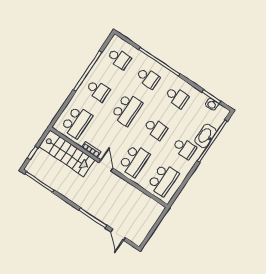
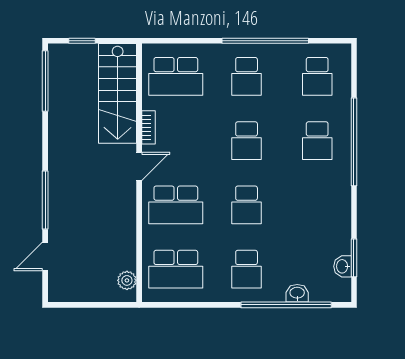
school desk: (177, 97) -> (317, 205), removed
school desk: (127, 110) -> (247, 141), width x0.54
washbasin: (205, 136) -> (297, 293), width x0.52, depth x0.69
plant: (153, 205) -> (127, 280), added

